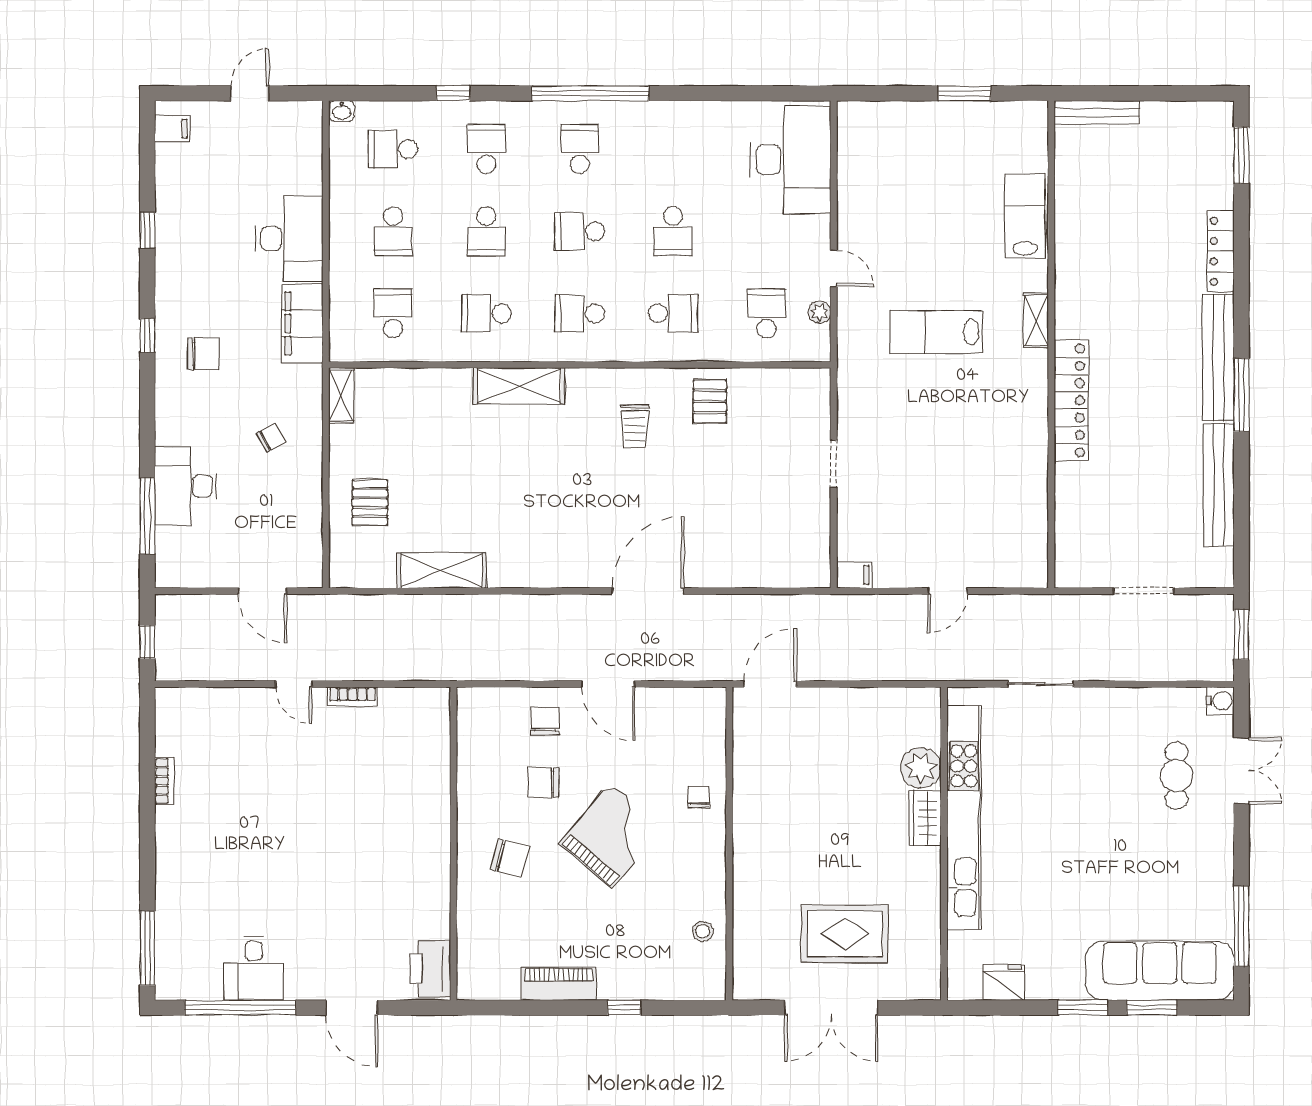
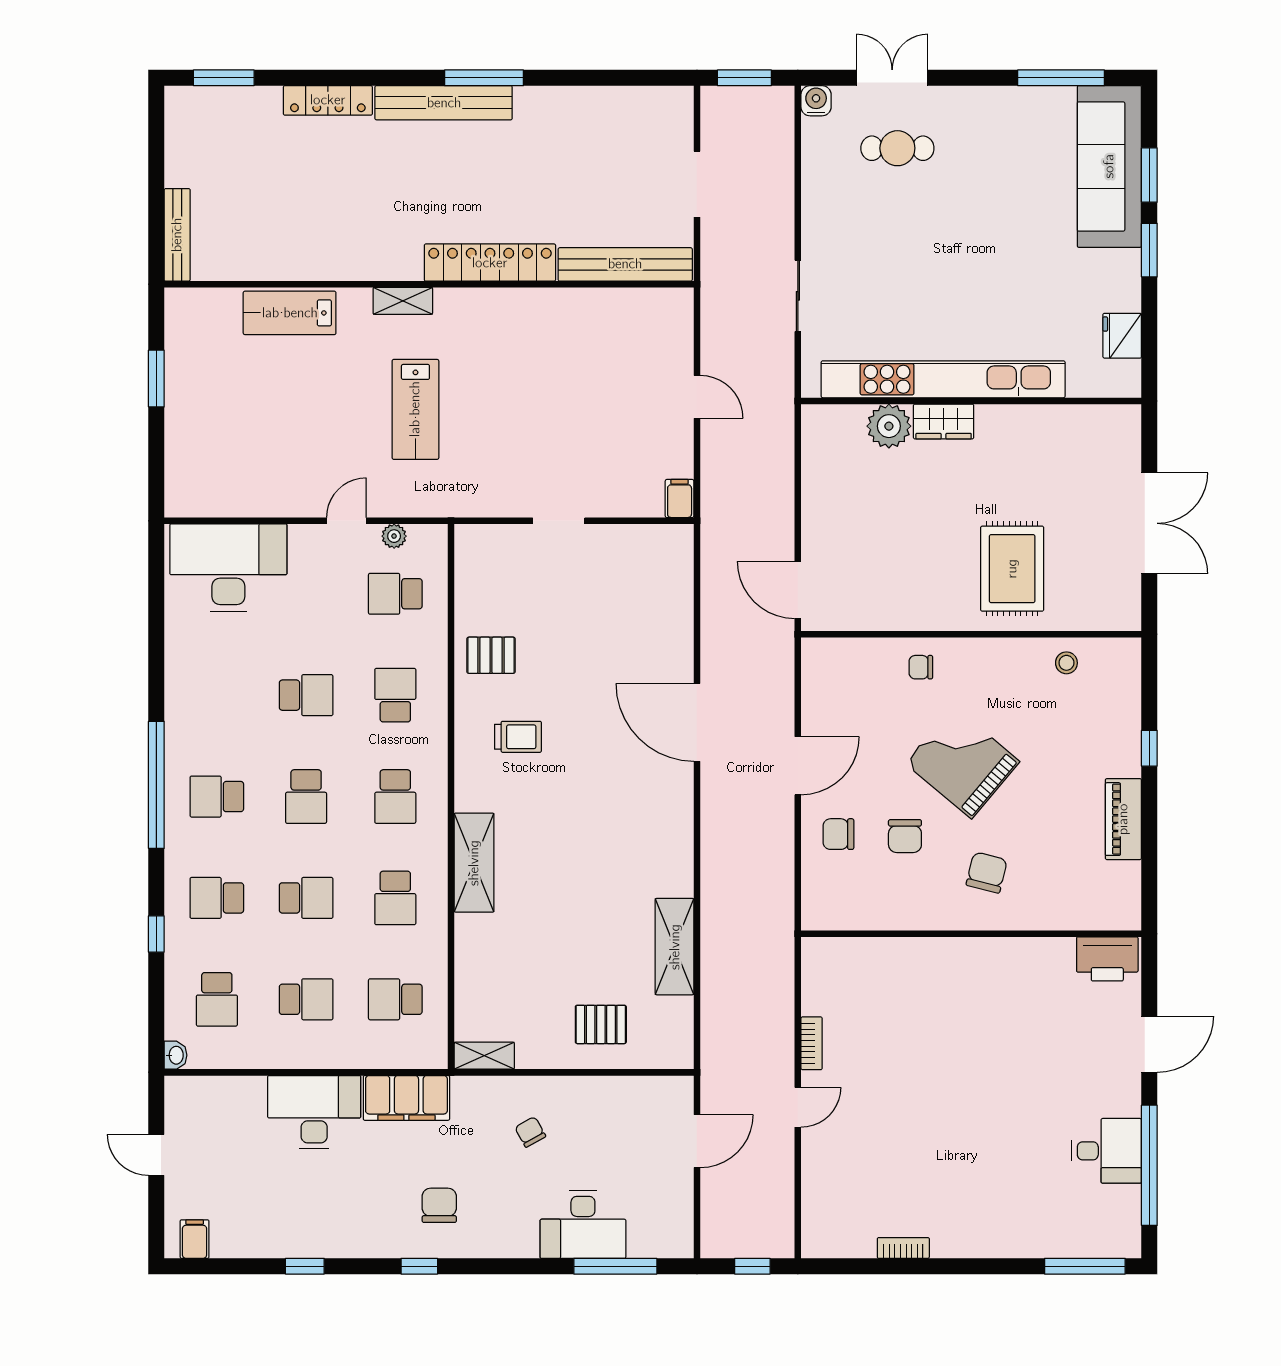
bench: (1219, 485) -> (625, 264), moved
rug: (845, 934) -> (1012, 569), moved

